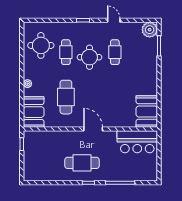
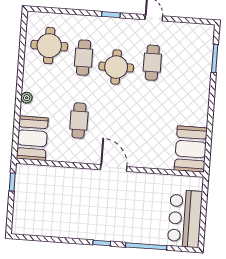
plant: (150, 30) -> (203, 35), removed
cafe table: (66, 97) -> (79, 120), width x0.73, depth x0.74
bar counter: (137, 142) -> (185, 219), moved, turned 90
cafe table: (82, 163) -> (95, 214), removed

